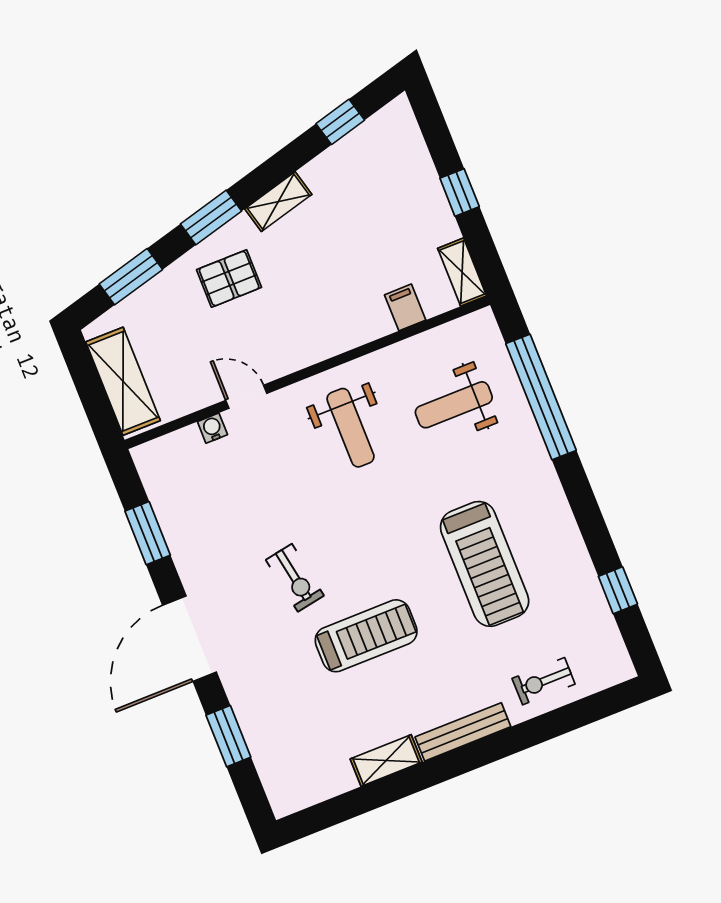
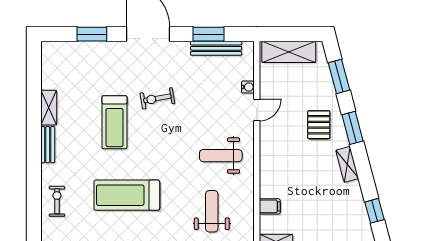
bench: (167, 510) -> (216, 48), added
bench: (463, 732) -> (48, 145), width x0.73

